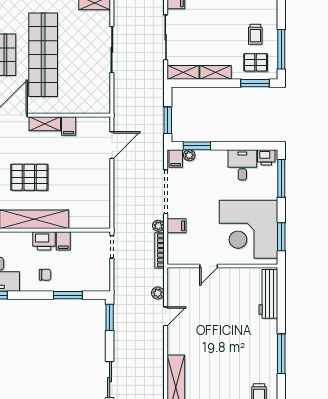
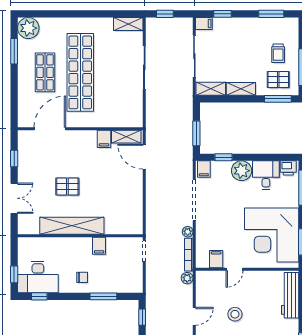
shelving: (45, 124) -> (126, 137), moved
door: (112, 145) -> (144, 157), swing flipped
window: (197, 146) -> (224, 157), width x0.67
plant: (189, 155) -> (242, 171), moved, width x1.87, depth x1.87
pallet: (29, 177) -> (67, 186), width x0.67, depth x0.71
filing cabinet: (176, 226) -> (216, 259), moved, turned -90
printer: (44, 241) -> (81, 246), removed
plant: (158, 293) -> (187, 278), moved
stool: (209, 314) -> (235, 314), added
window: (110, 317) -> (142, 317), width x0.67

